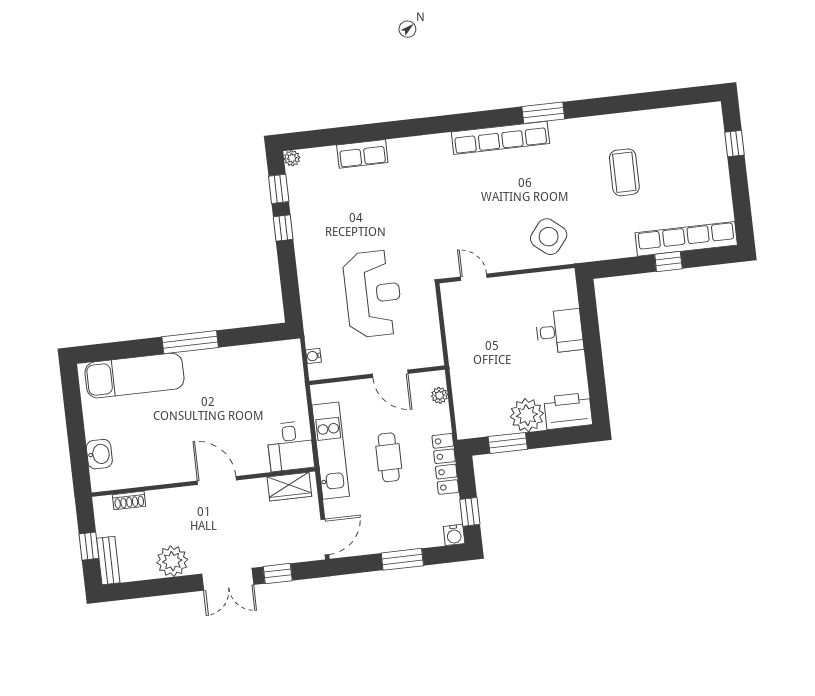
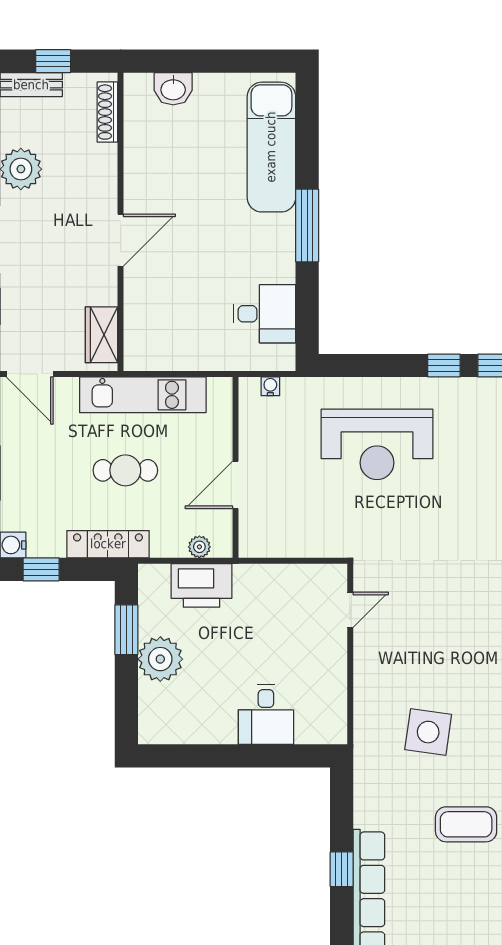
side table: (549, 237) -> (428, 732), moved, turned -31
reception desk: (373, 294) -> (377, 444), moved
printer: (568, 411) -> (201, 585), moved, turned 90
desk: (290, 446) -> (264, 314), moved, turned 180
shoe rack: (129, 500) -> (107, 112), width x1.43

